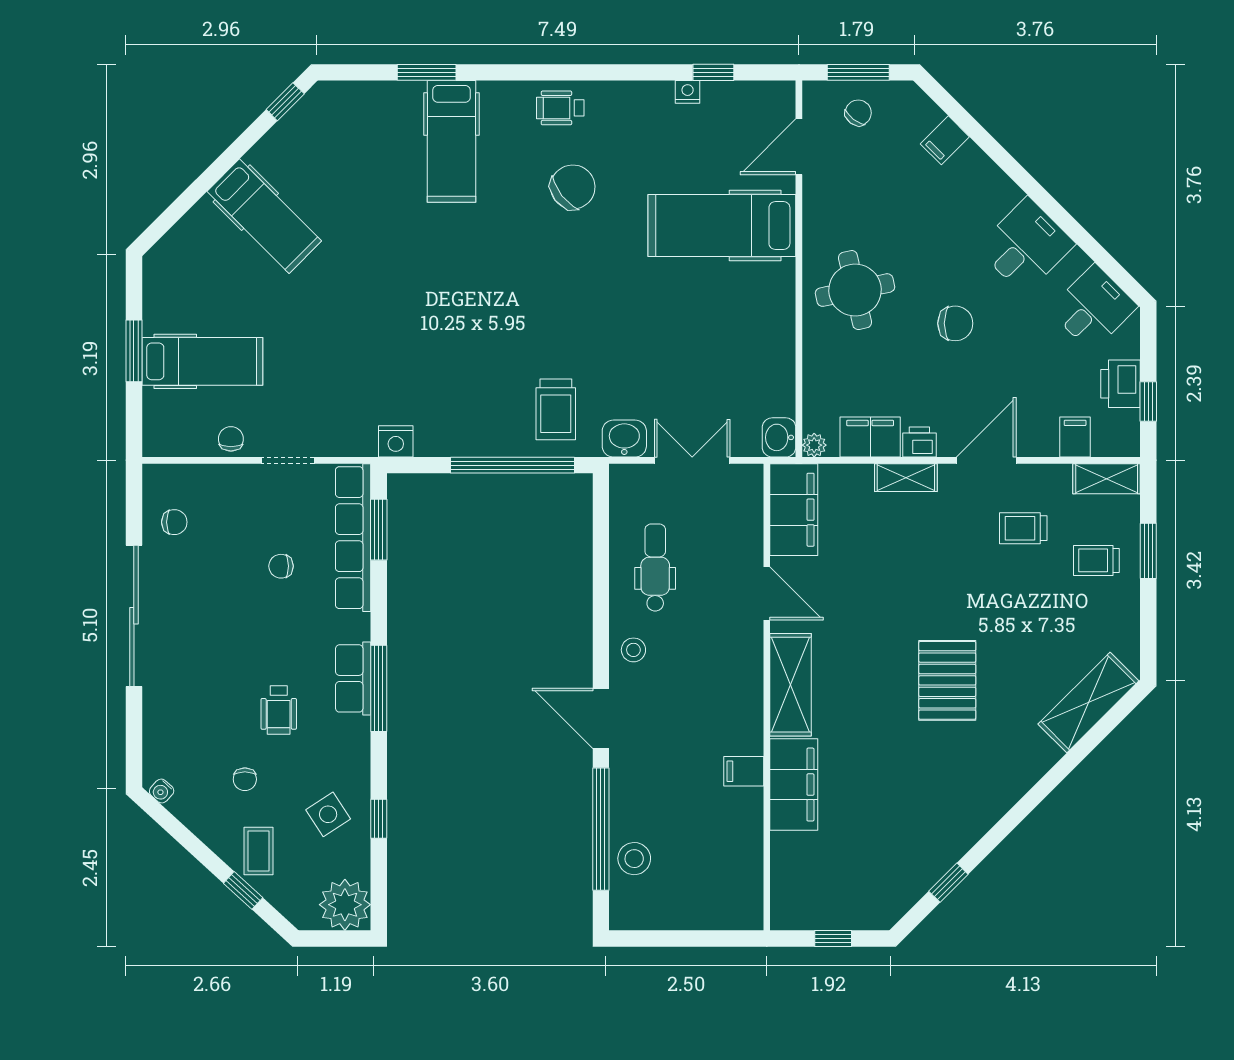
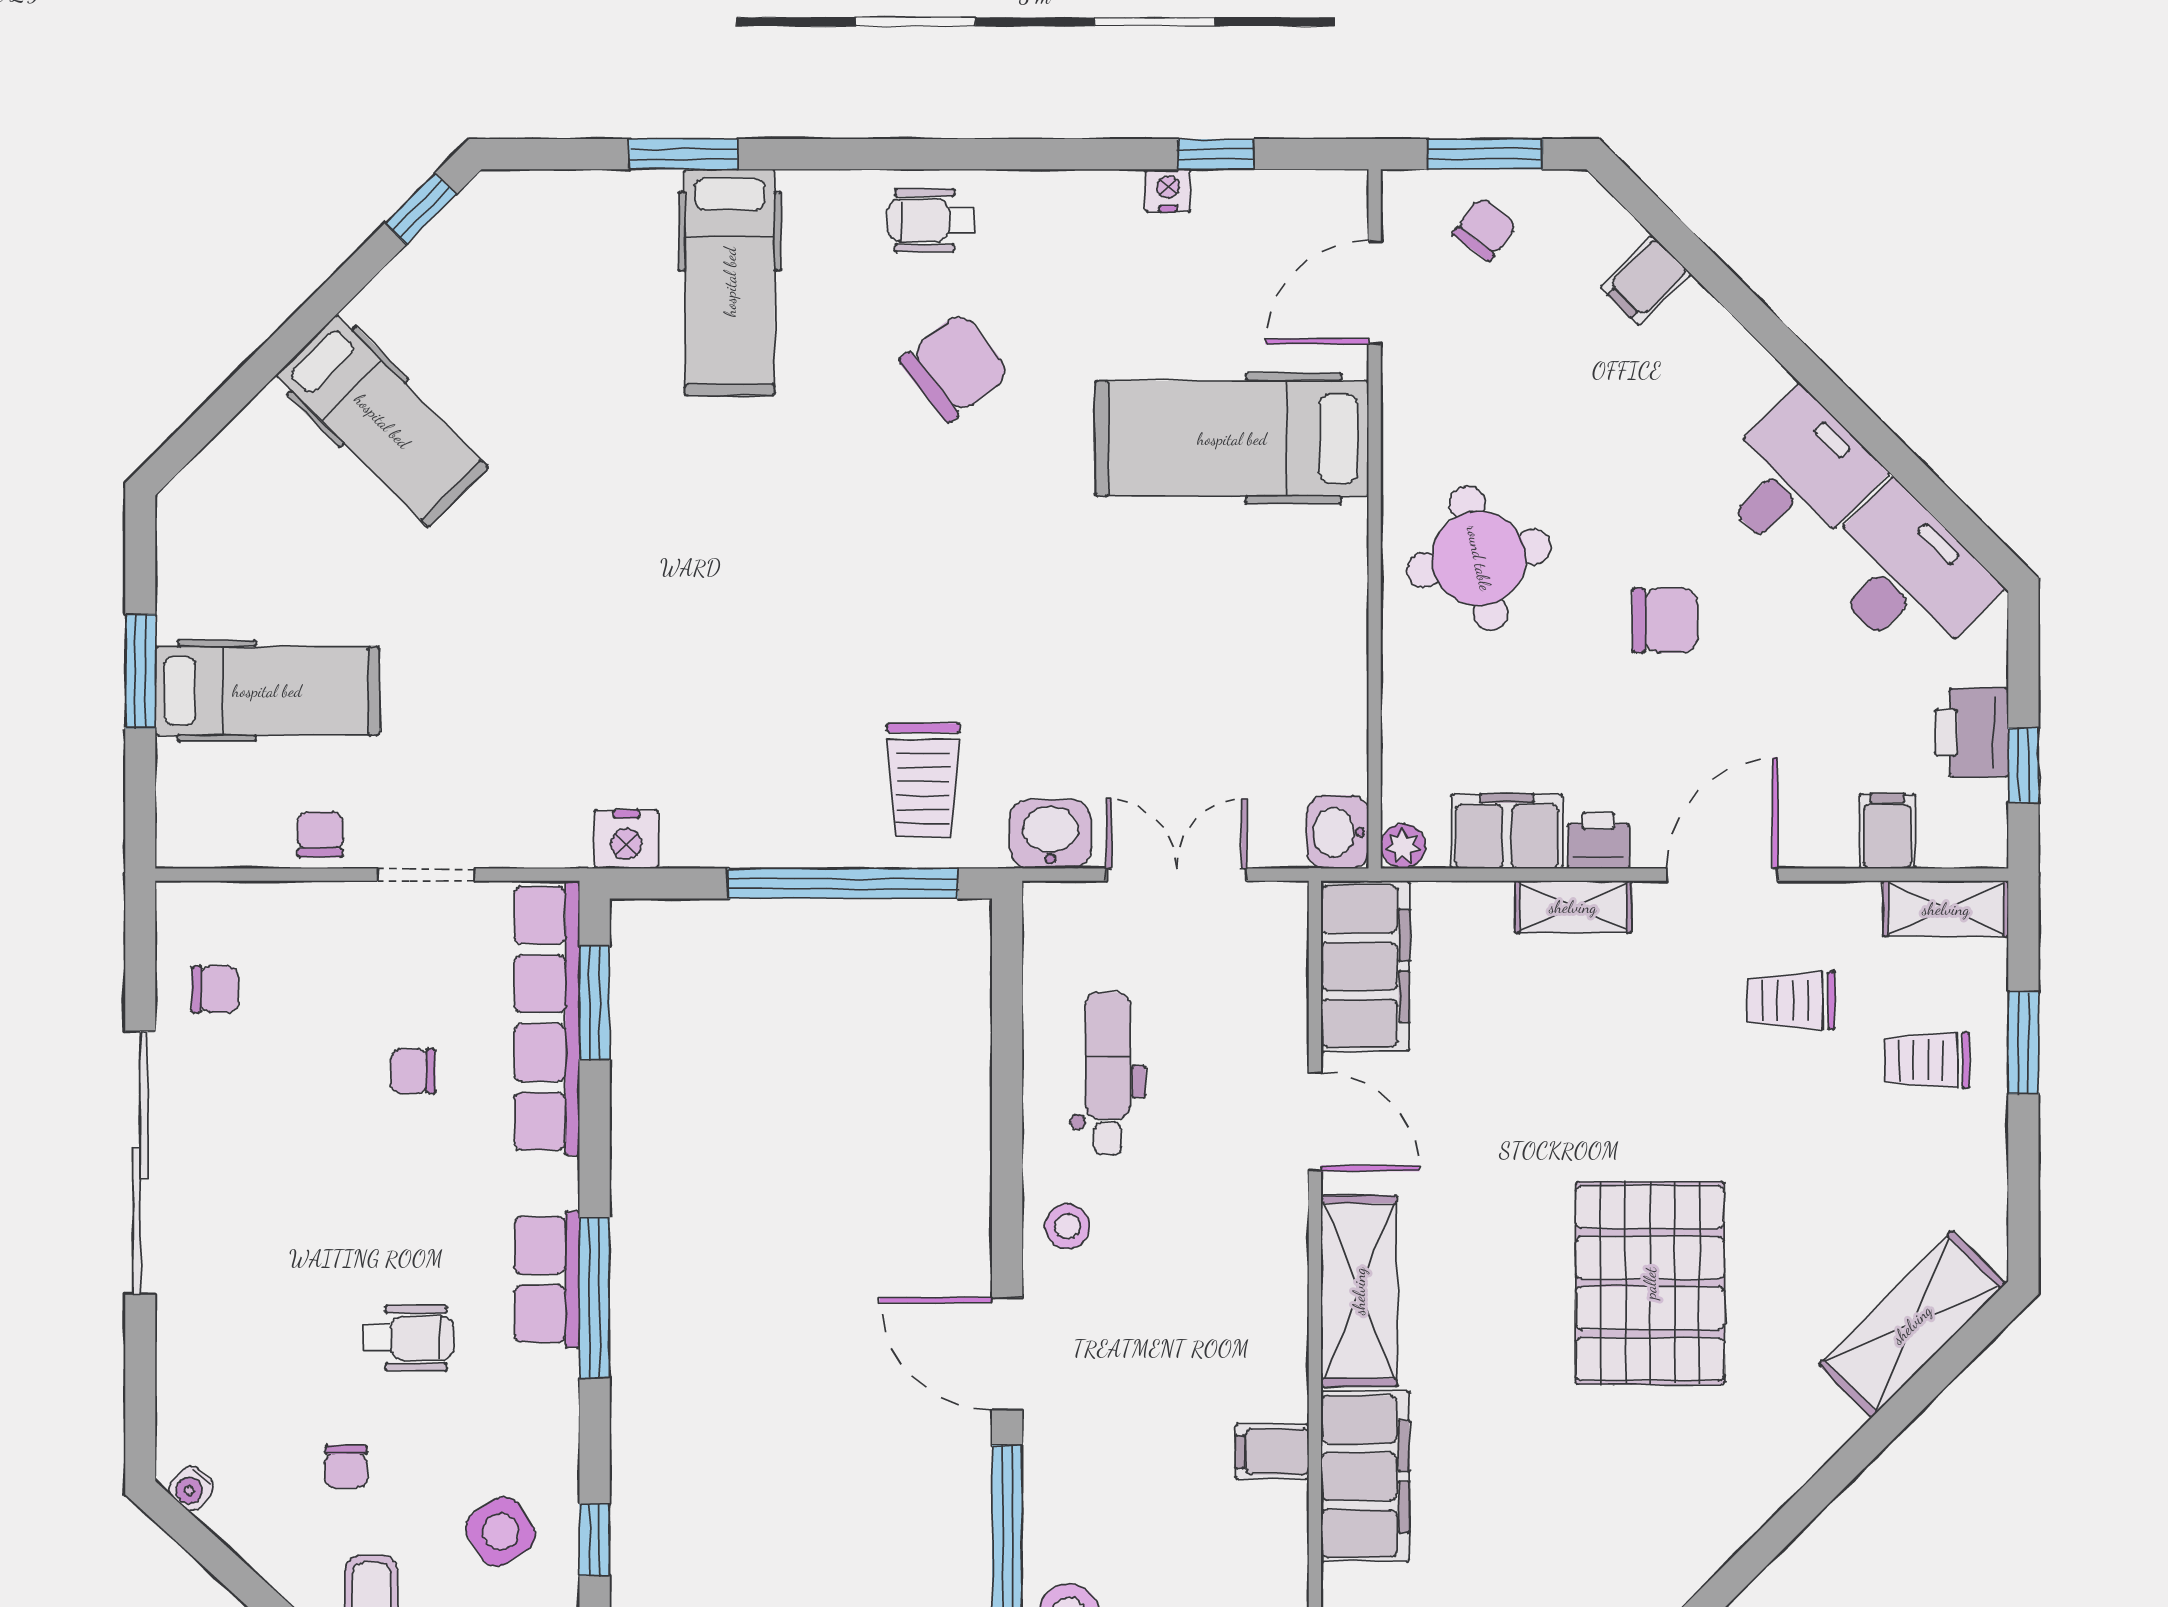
desk: (1093, 308) -> (1906, 576), width x1.37
pallet: (947, 680) -> (1650, 1283), width x1.37, depth x1.41
wheelchair: (279, 710) -> (409, 1338), turned -90

